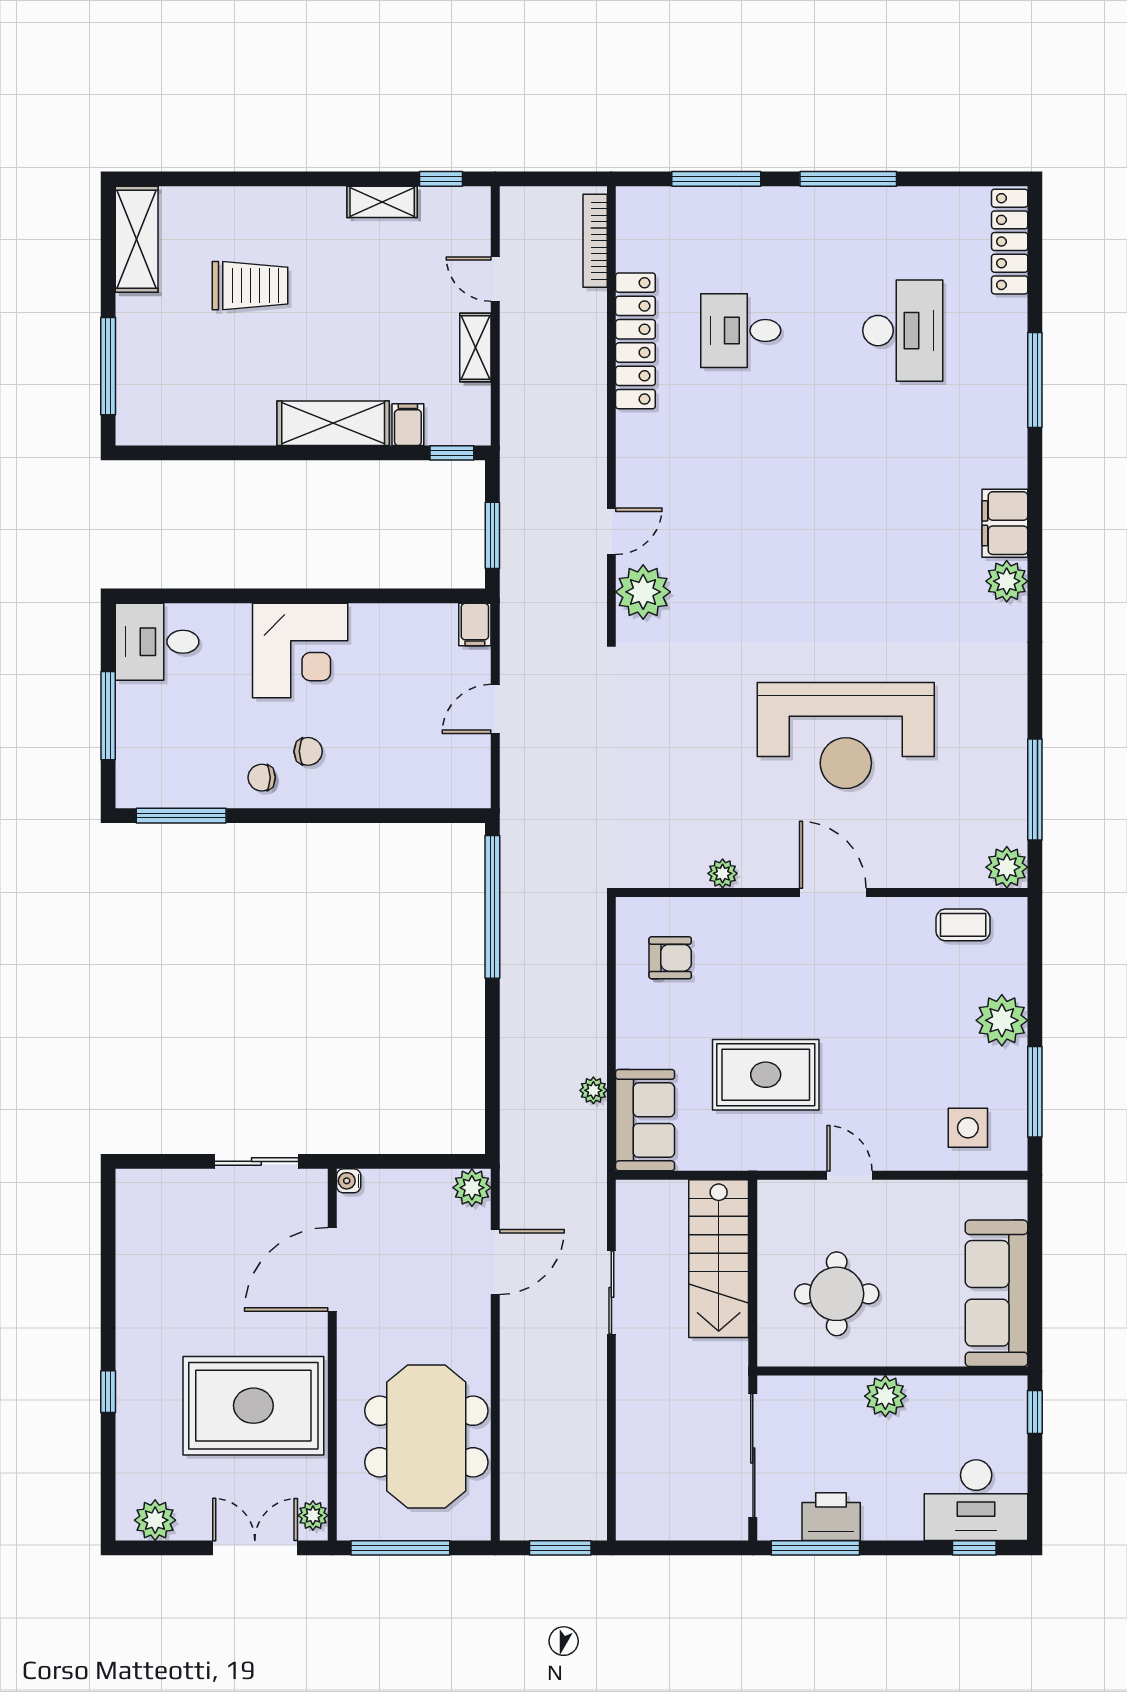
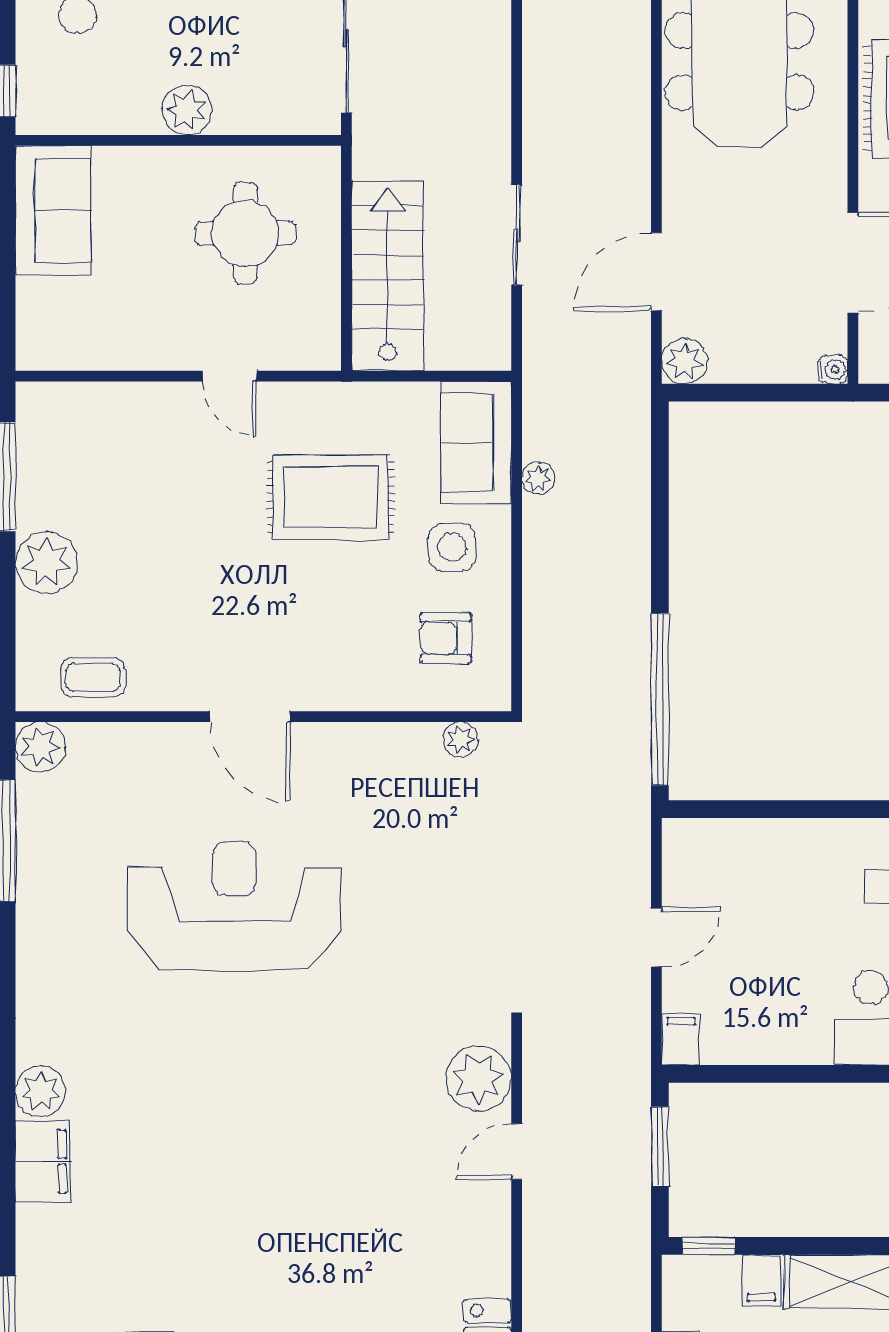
plant: (723, 873) -> (460, 740), moved
side table: (968, 1128) -> (452, 547), moved
sofa: (996, 1293) -> (53, 211), width x0.73

